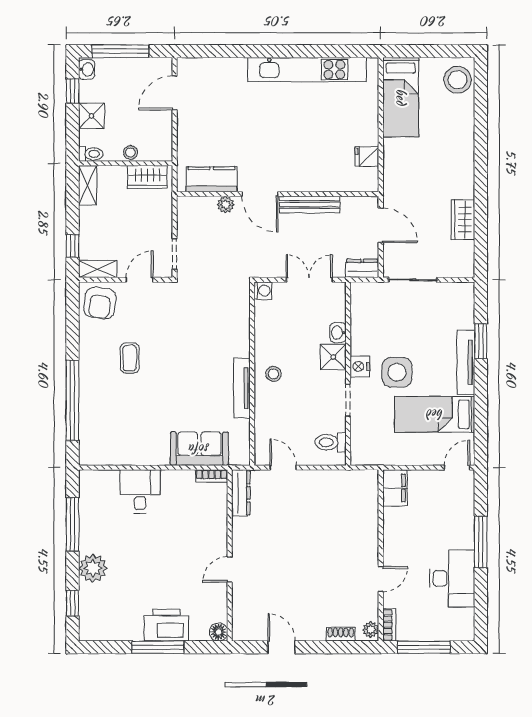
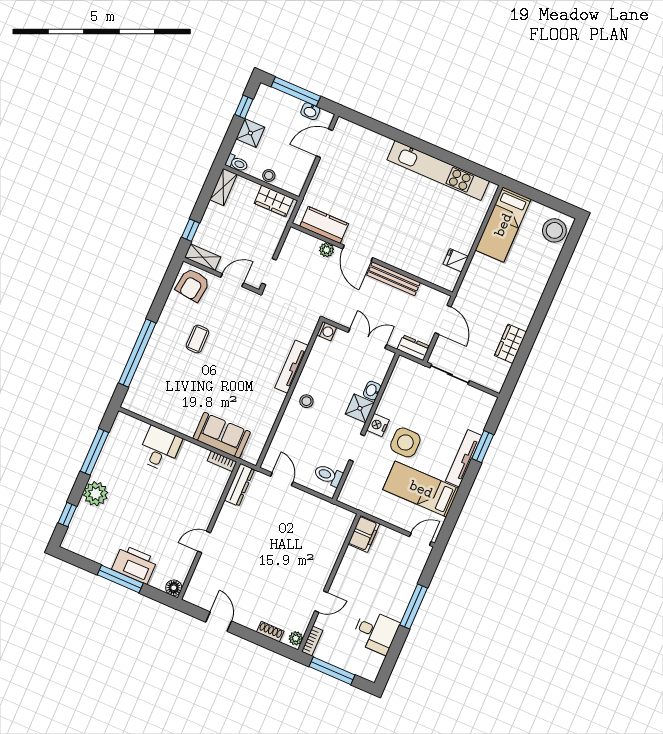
washbasin: (87, 69) -> (310, 111), moved, turned 90
tv unit: (242, 388) -> (292, 367), moved
desk: (452, 578) -> (376, 632), width x0.73

